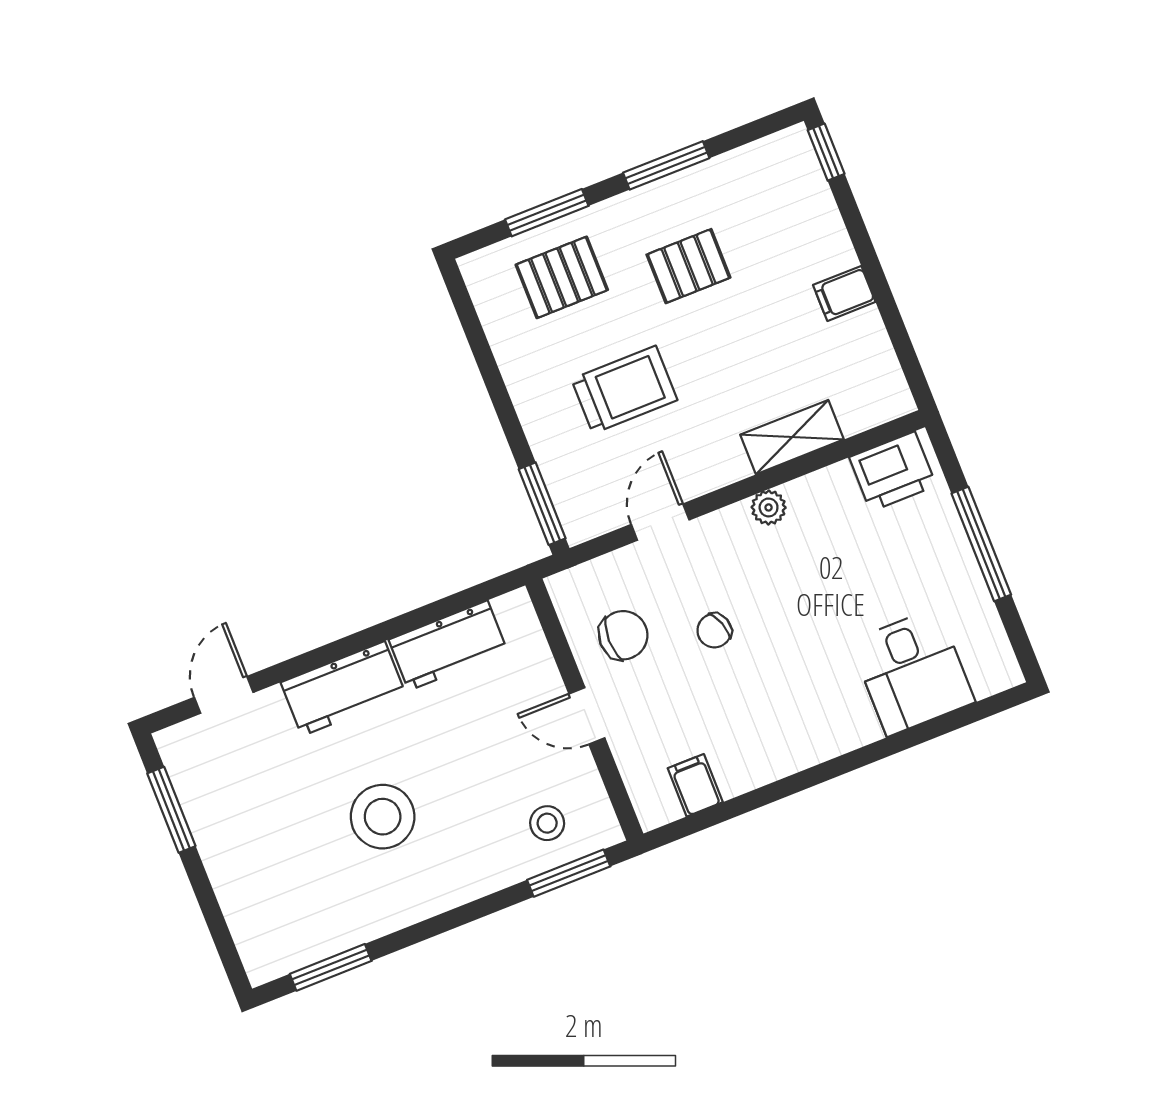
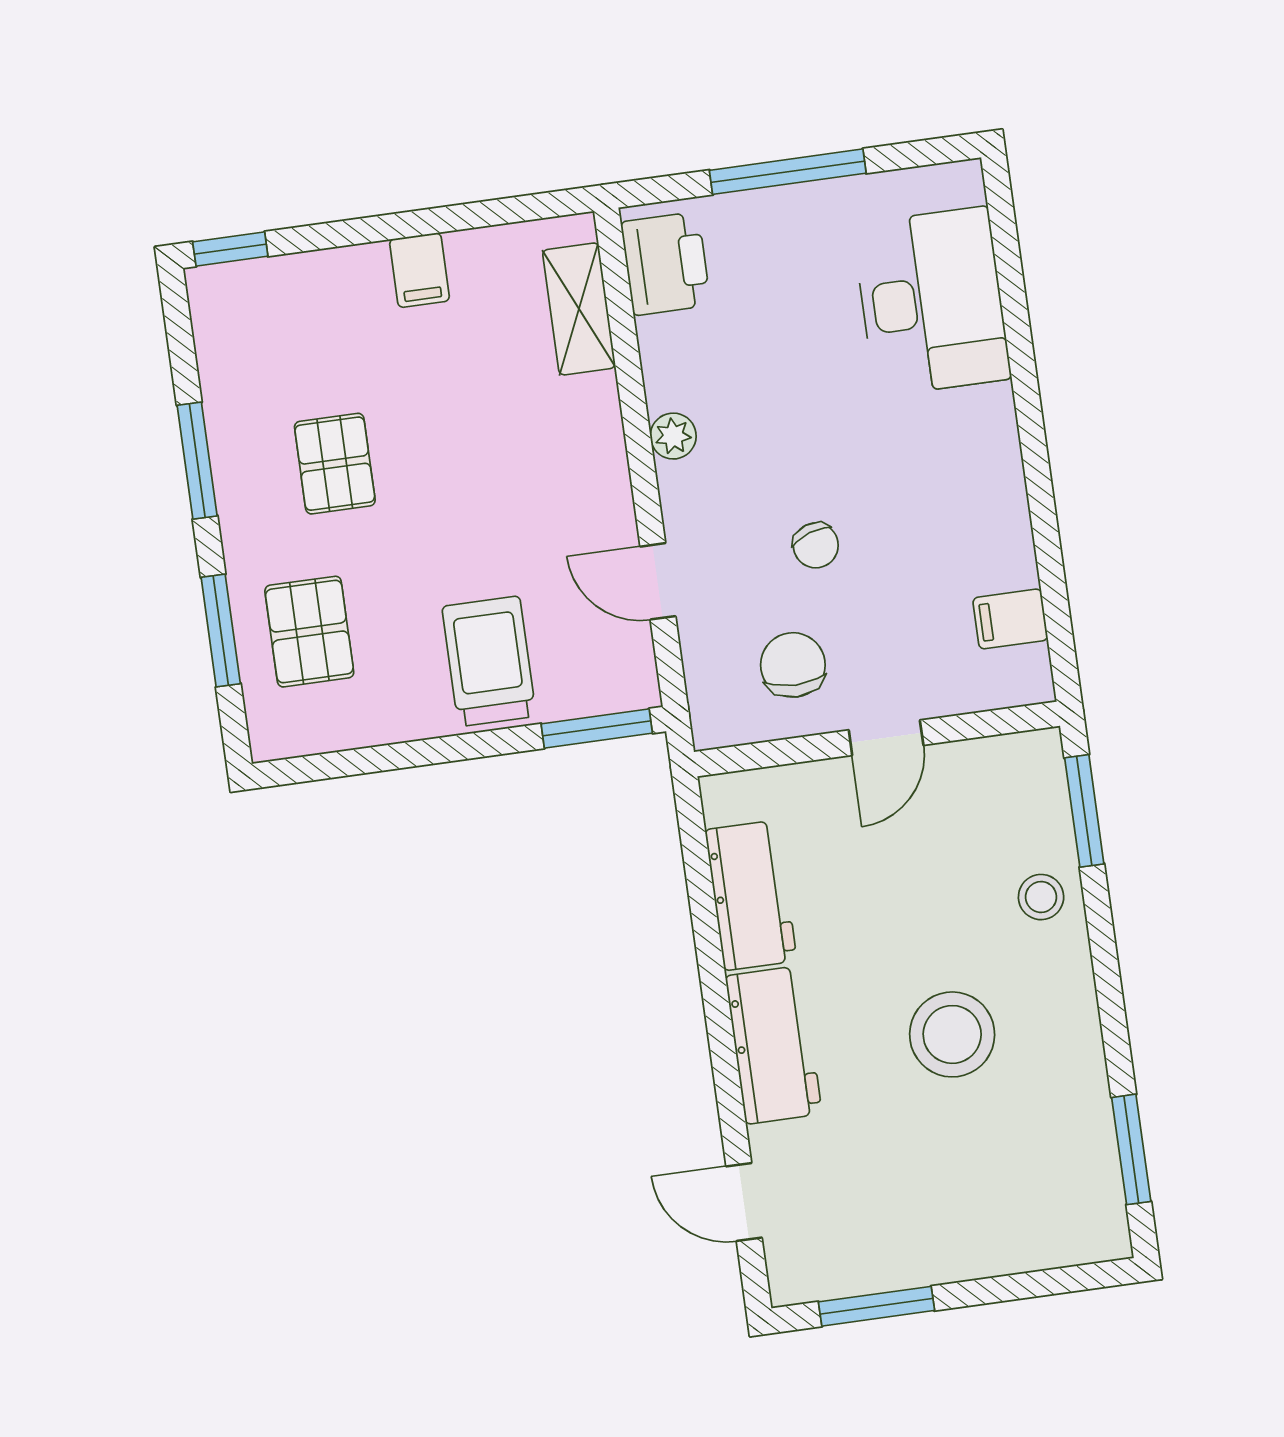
trolley: (624, 390) -> (489, 661), moved
shelving: (792, 437) -> (579, 309), moved
desk: (912, 672) -> (932, 301), width x1.37
stool: (547, 823) -> (1041, 897), moved

